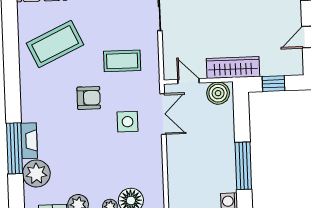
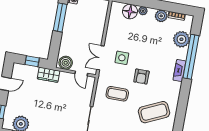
wardrobe: (233, 68) -> (49, 75), width x0.67
armchair: (89, 98) -> (141, 77), turned -90
fireplace: (29, 141) -> (179, 71), moved
window: (14, 148) -> (191, 57), width x1.46

